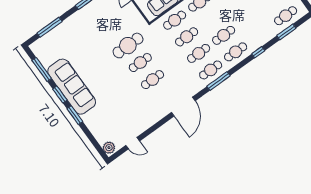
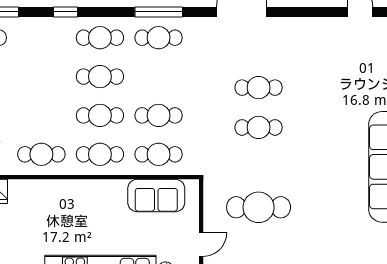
cafe table: (128, 46) -> (259, 207), moved
cafe table: (199, 53) -> (100, 115), moved

